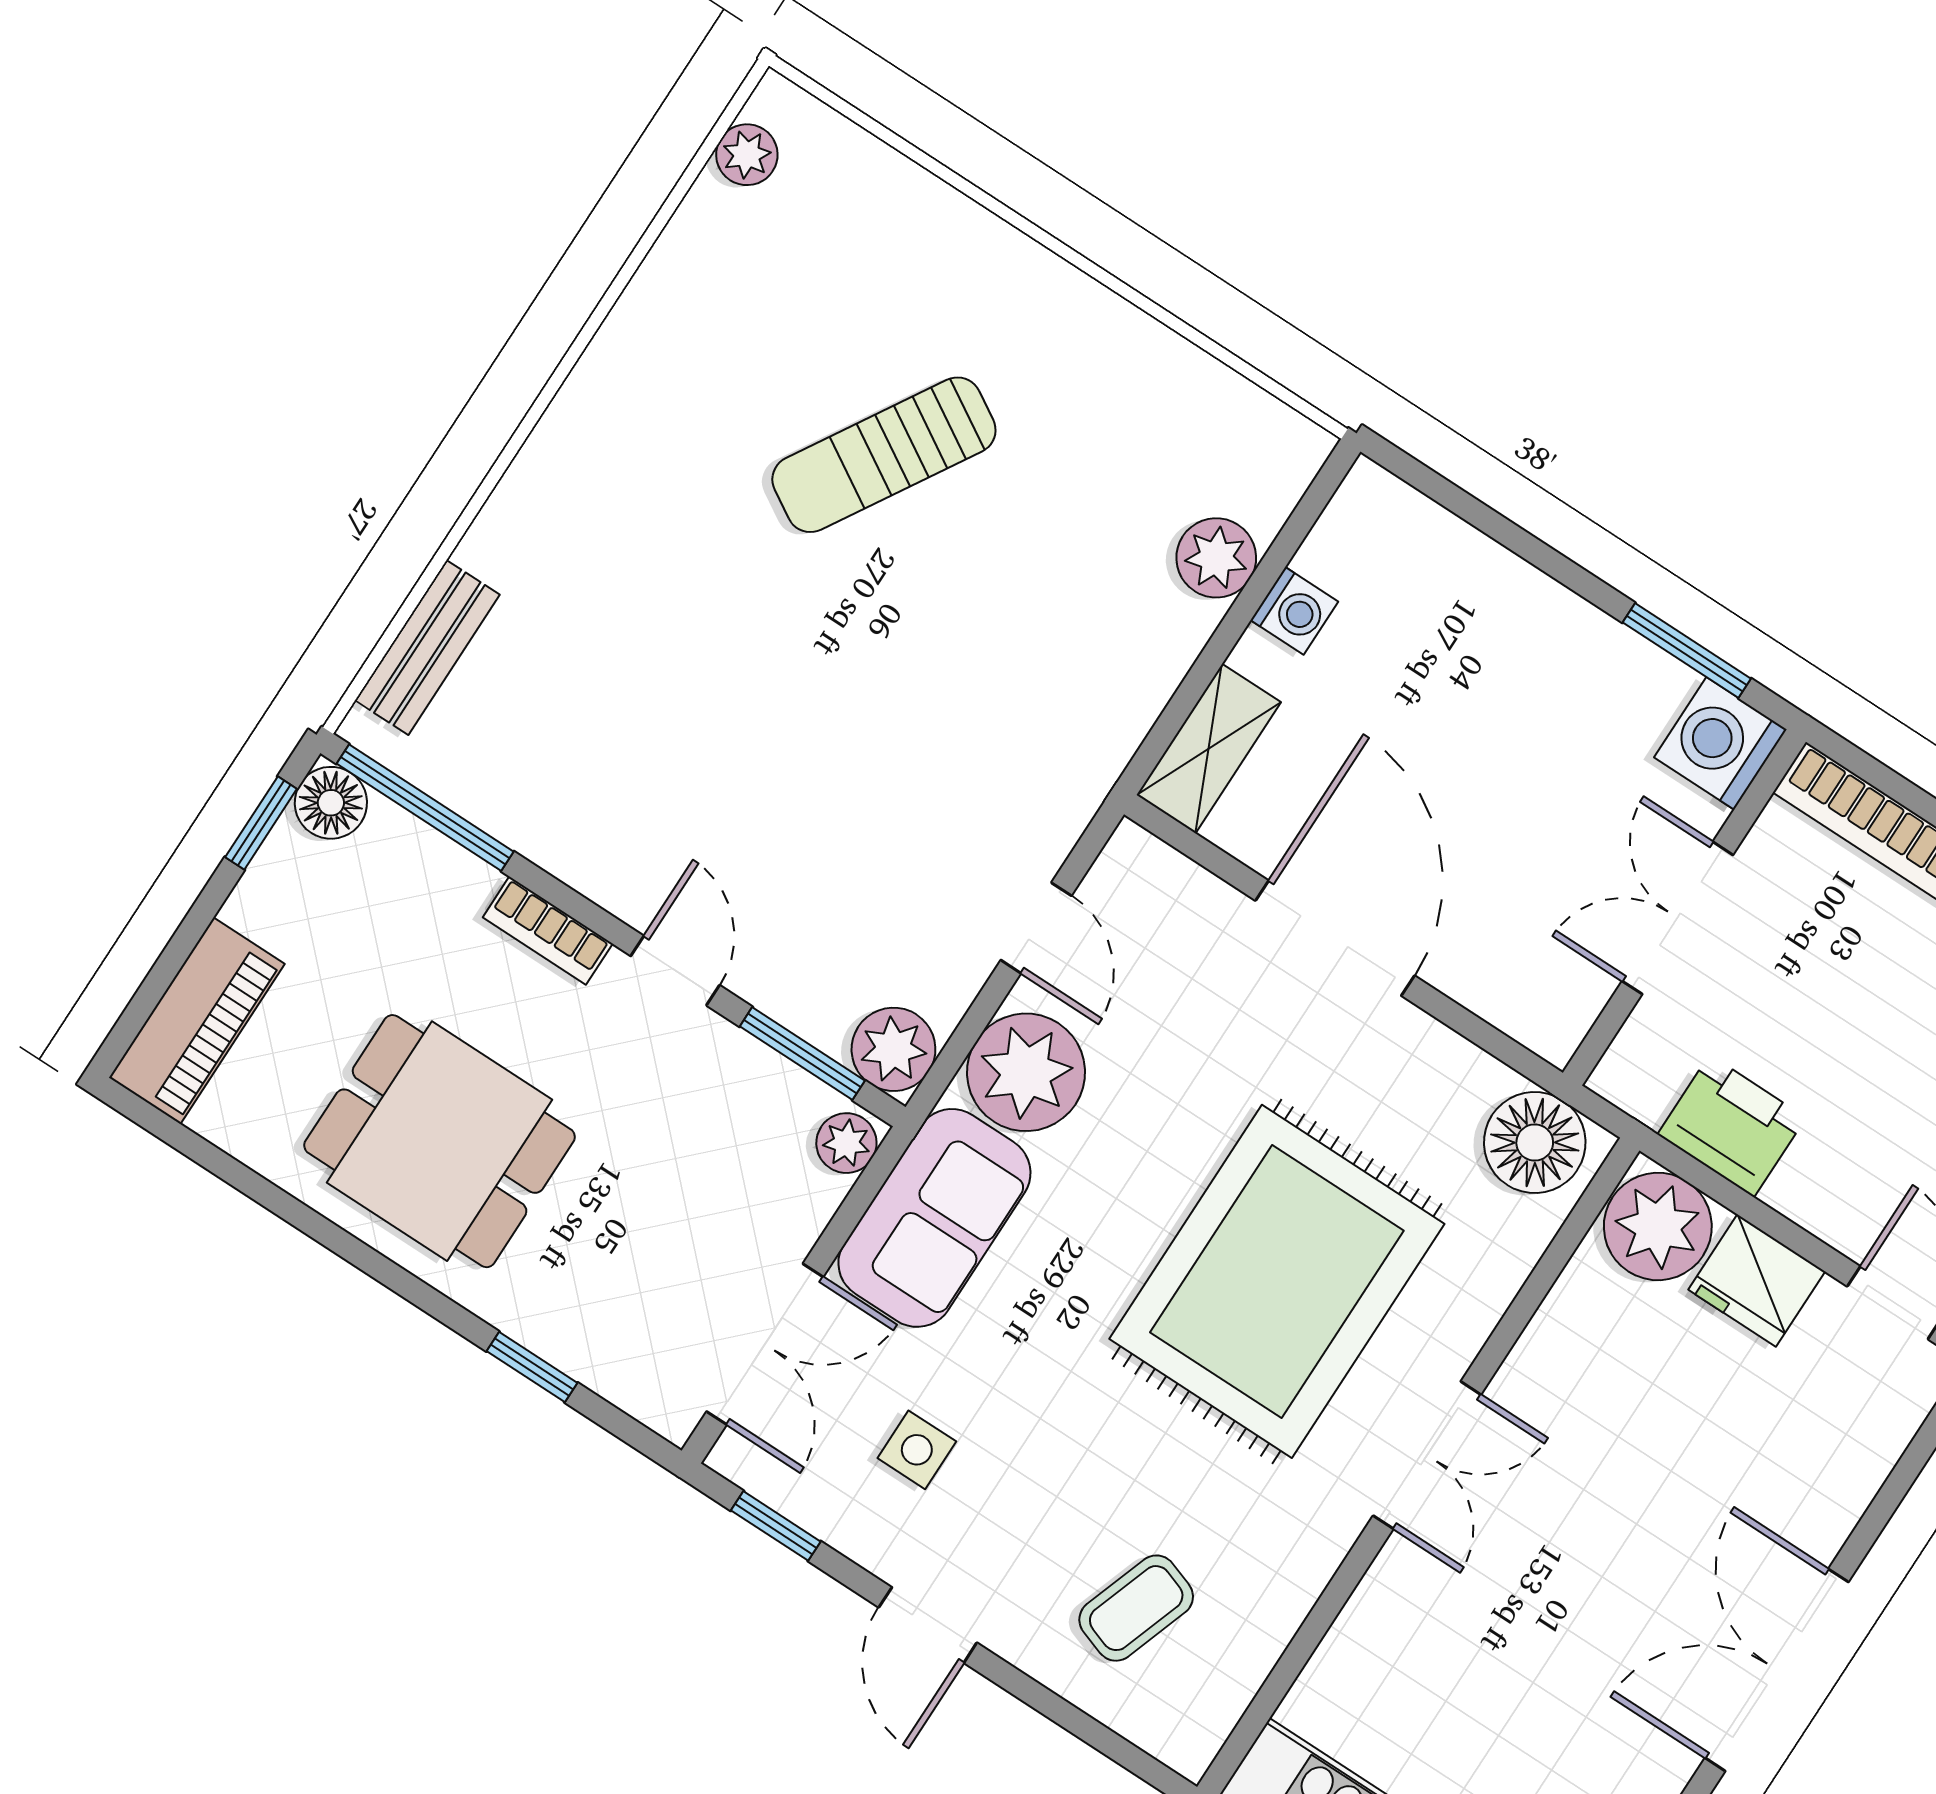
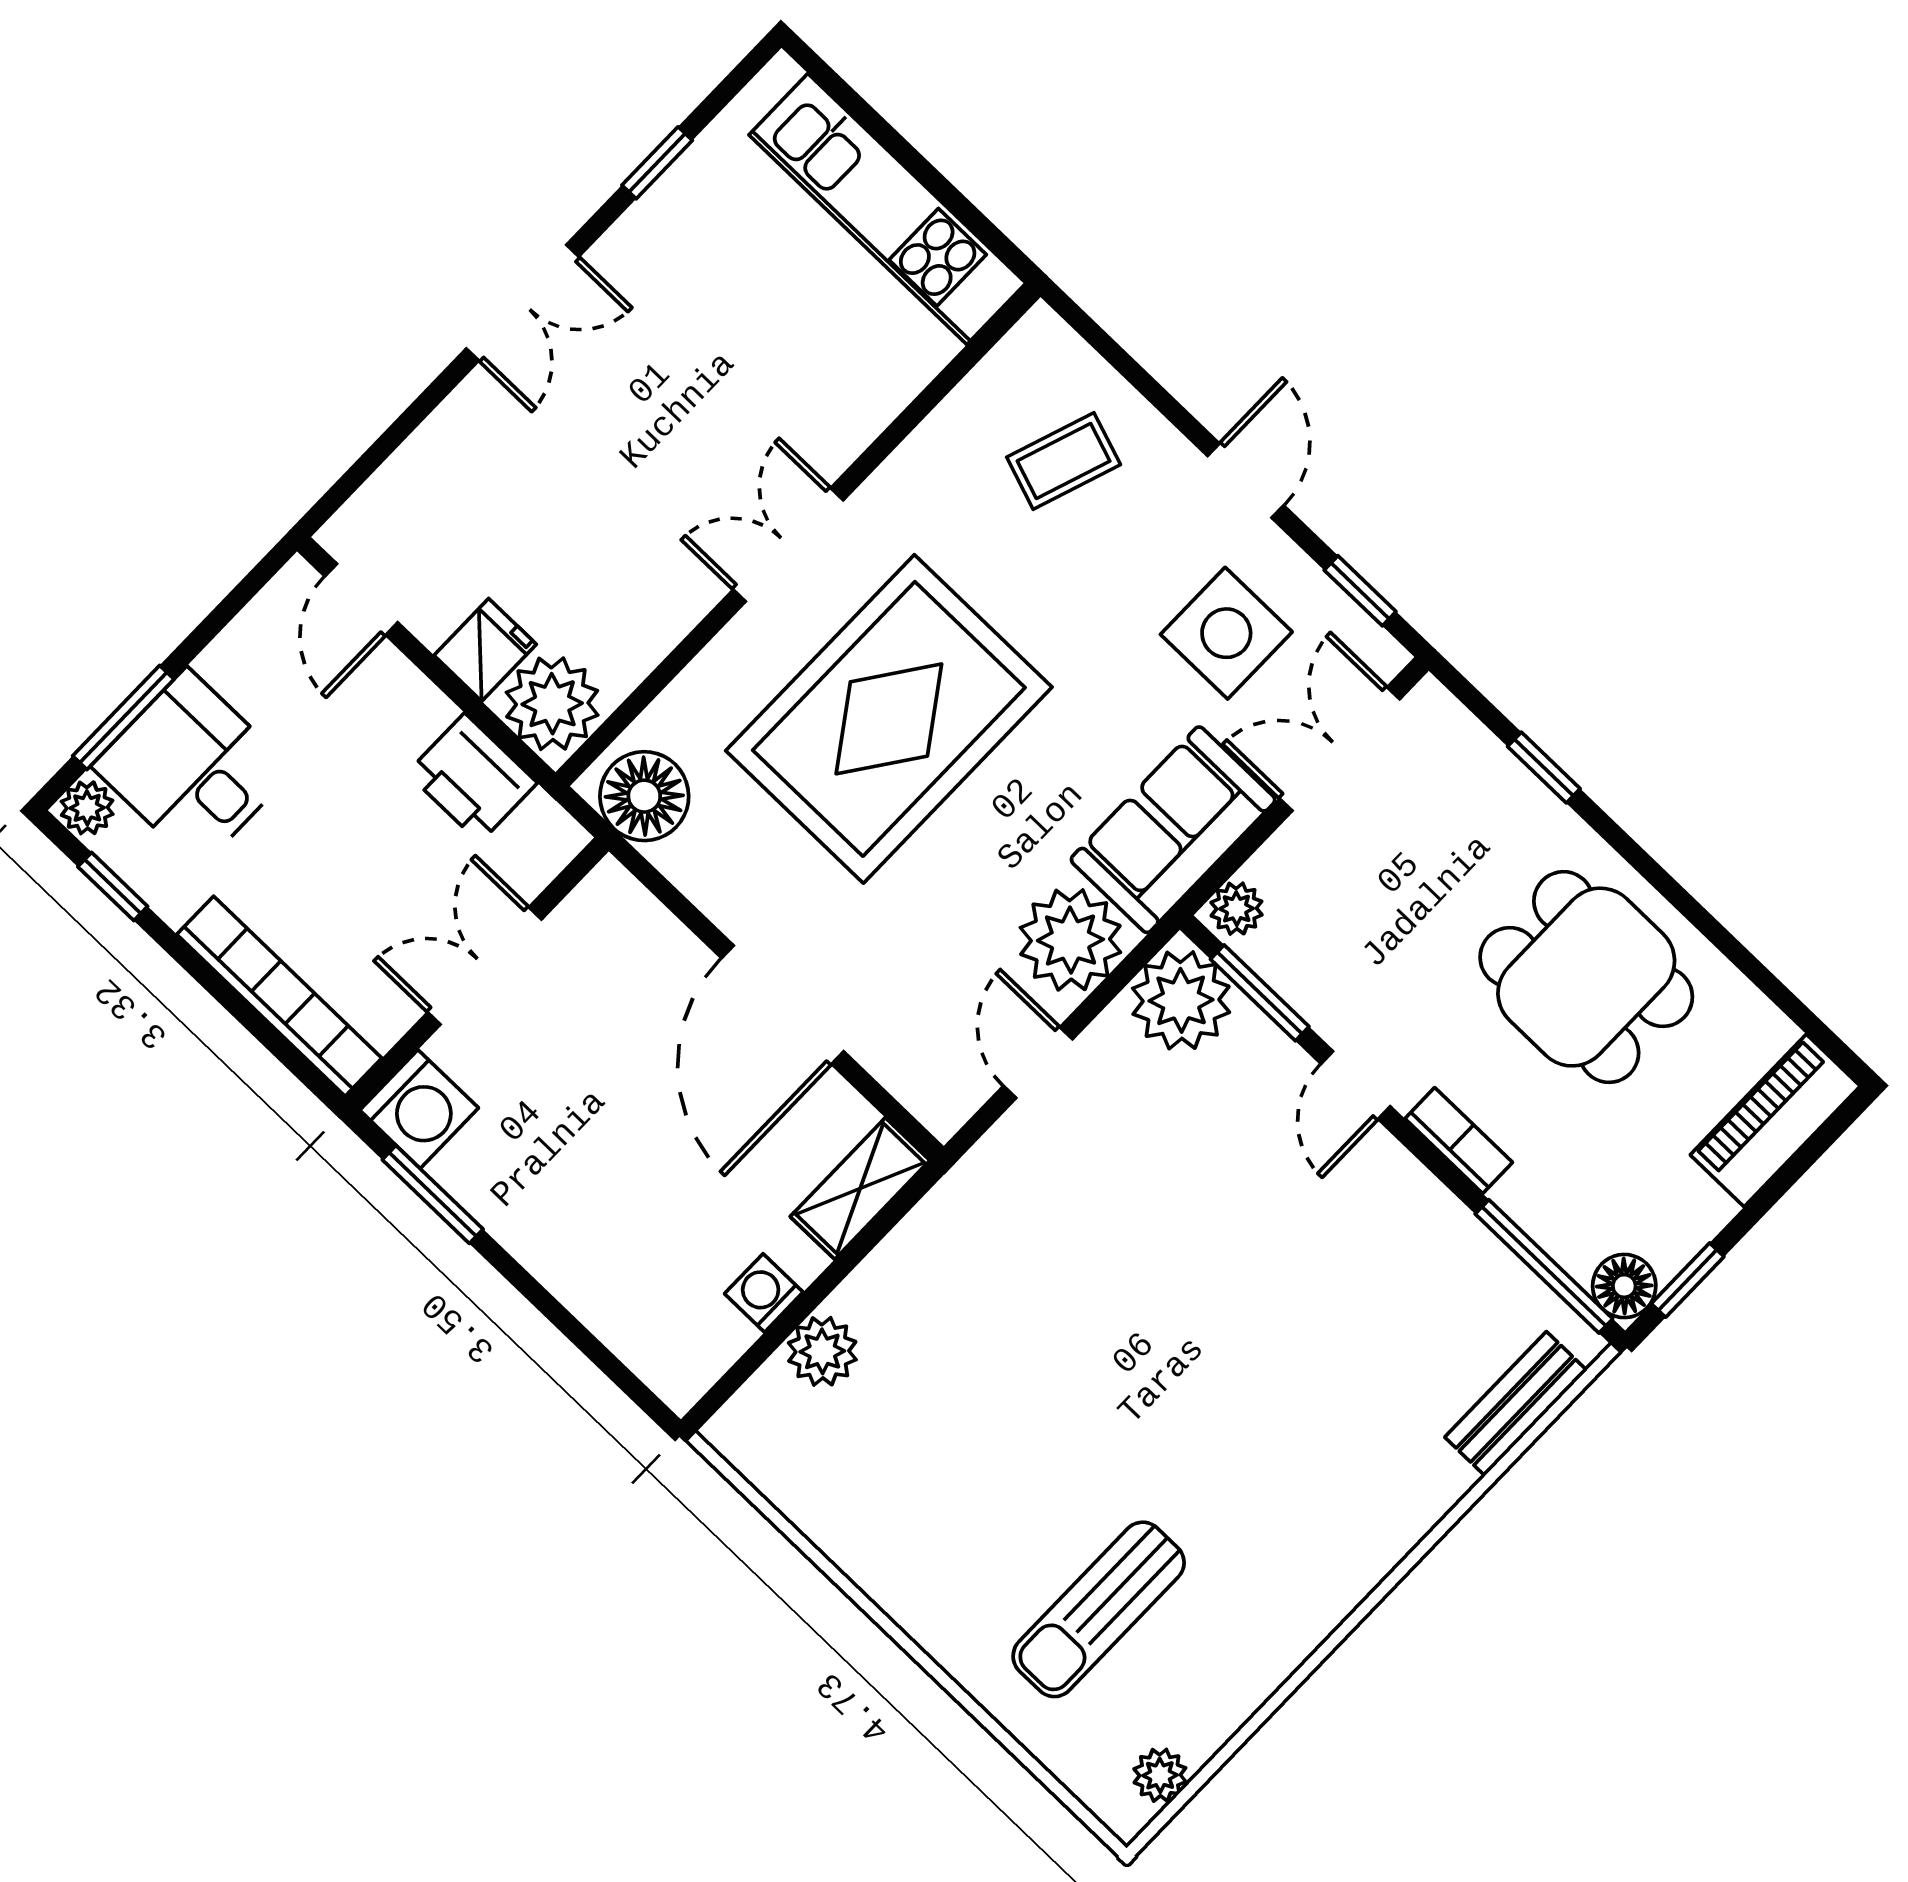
sun lounger: (884, 455) -> (1099, 1609), moved, turned 149
double door: (1677, 918) -> (485, 966), swing flipped
plant: (893, 1049) -> (1181, 1000), width x1.36, depth x1.36
fridge: (1757, 1281) -> (485, 650), width x0.72
side table: (917, 1450) -> (1226, 633), width x1.87, depth x1.87
double door: (1777, 1670) -> (523, 303), width x0.73

